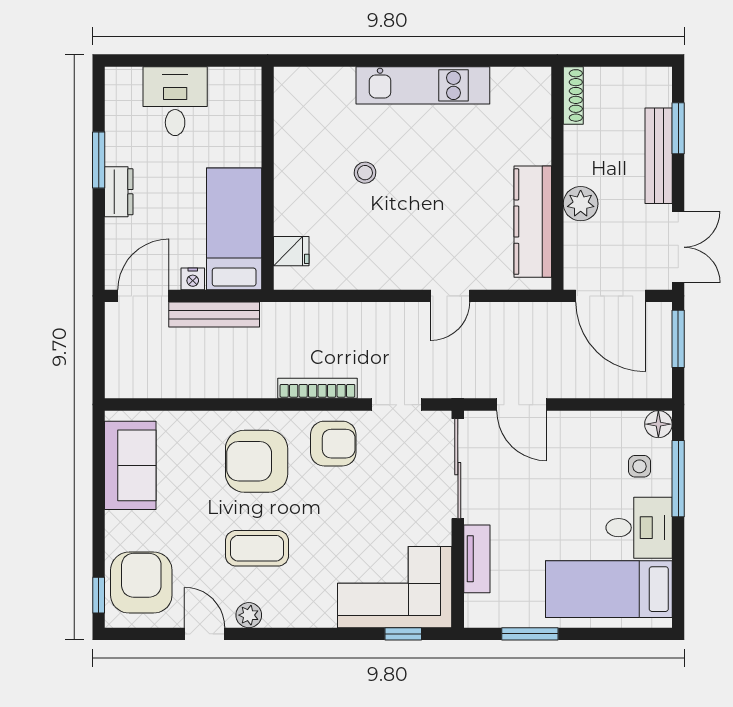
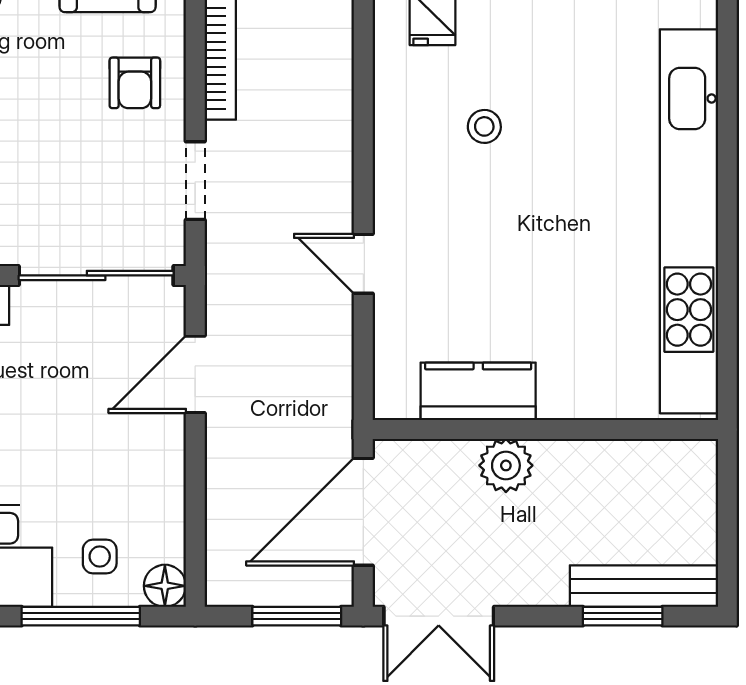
kitchen unit: (423, 85) -> (689, 221), width x1.86
shoe rack: (573, 95) -> (673, 454), removed
bench: (659, 156) -> (644, 586), moved
stool: (365, 173) -> (484, 126), moved
kitchen counter: (533, 222) -> (478, 391), width x0.67
armchair: (333, 444) -> (135, 83), width x0.72, depth x0.72

